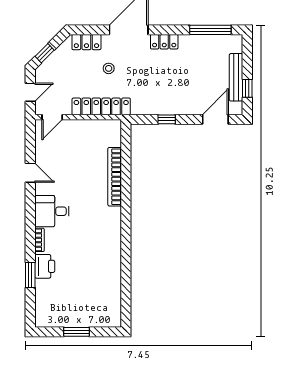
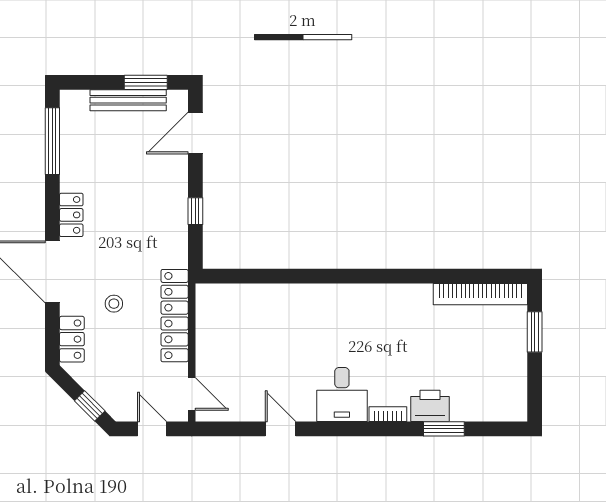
window: (247, 88) -> (146, 82), width x1.50
door: (215, 119) -> (195, 133), hinge flipped
door: (30, 173) -> (281, 429), hinge flipped
bookcase: (115, 177) -> (480, 294), moved
window: (77, 332) -> (535, 332), moved

